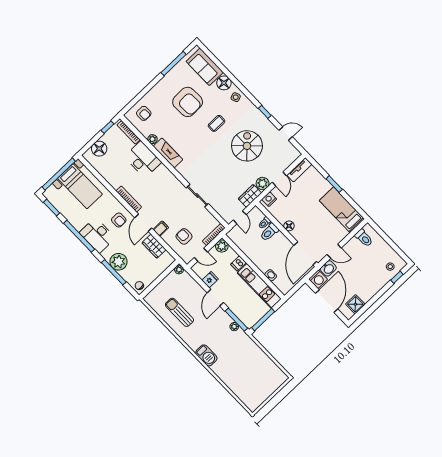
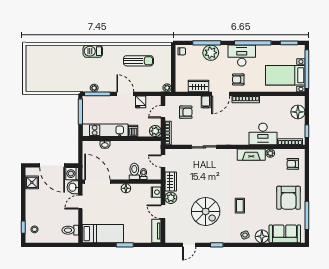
armchair: (188, 102) -> (288, 198), moved, turned -88
door: (143, 223) -> (221, 94), swing flipped

